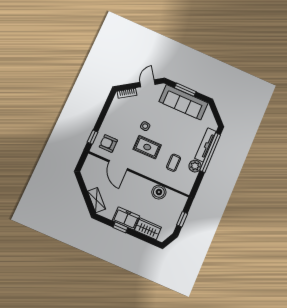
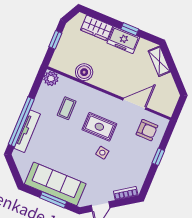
window: (93, 137) -> (158, 157), moved
door: (118, 165) -> (134, 104), hinge flipped
plant: (195, 166) -> (51, 79), moved

